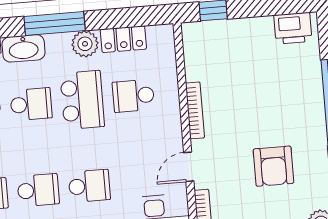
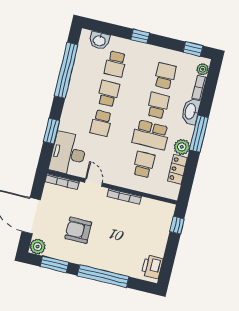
school desk: (31, 104) -> (158, 105), turned 180
school desk: (38, 190) -> (108, 94), turned 180

